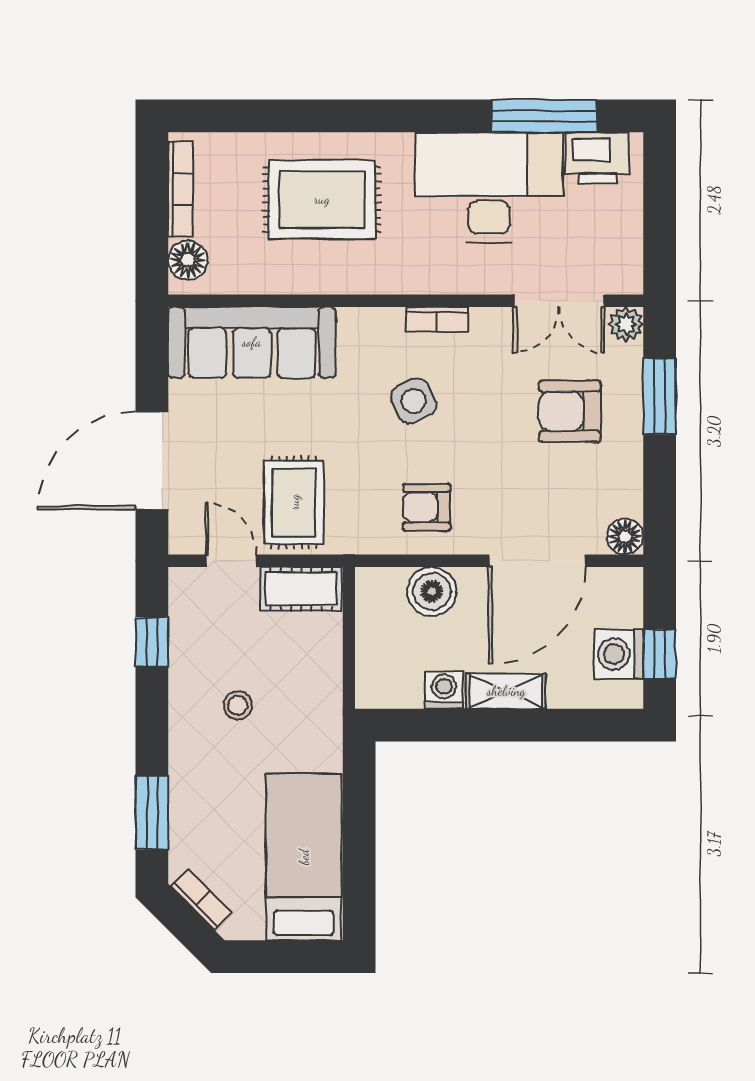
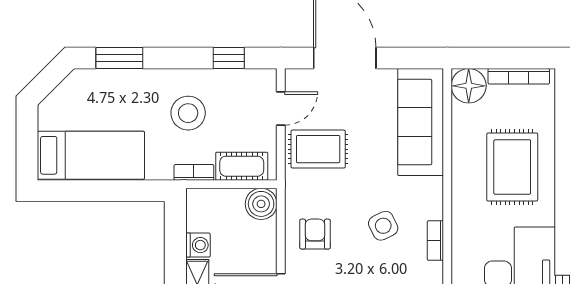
floor lamp: (188, 260) -> (469, 86), width x1.38, depth x1.38
cot: (301, 589) -> (242, 166), moved, turned 90
boiler: (432, 591) -> (261, 204), moved
stool: (238, 705) -> (188, 113), width x1.89, depth x1.89
bookcase: (201, 899) -> (194, 172), moved, turned -135

